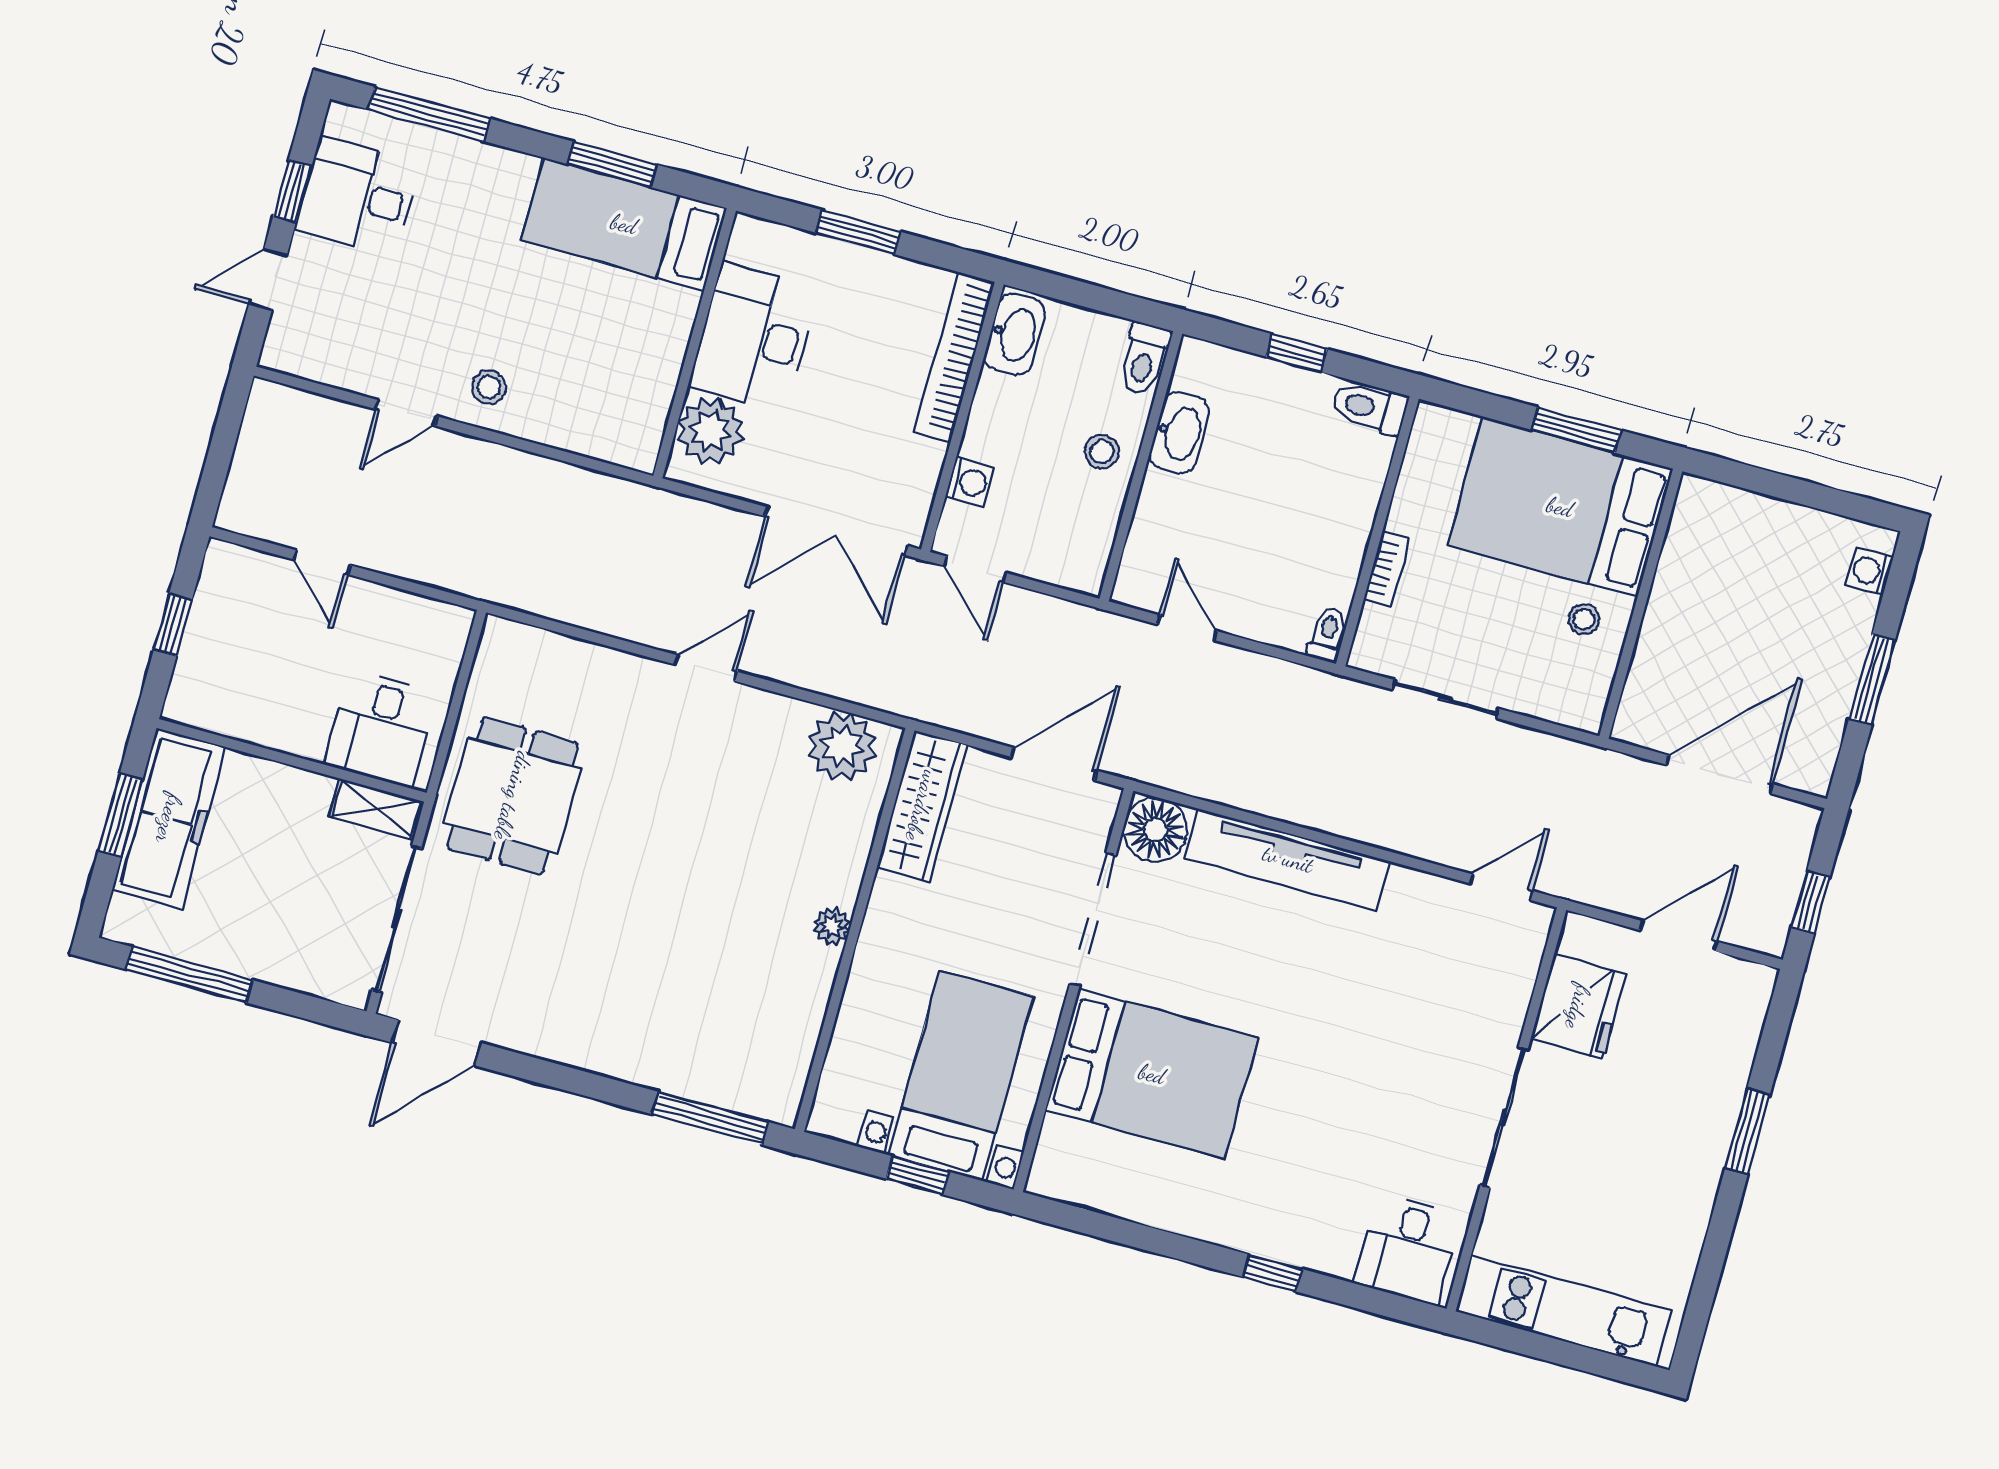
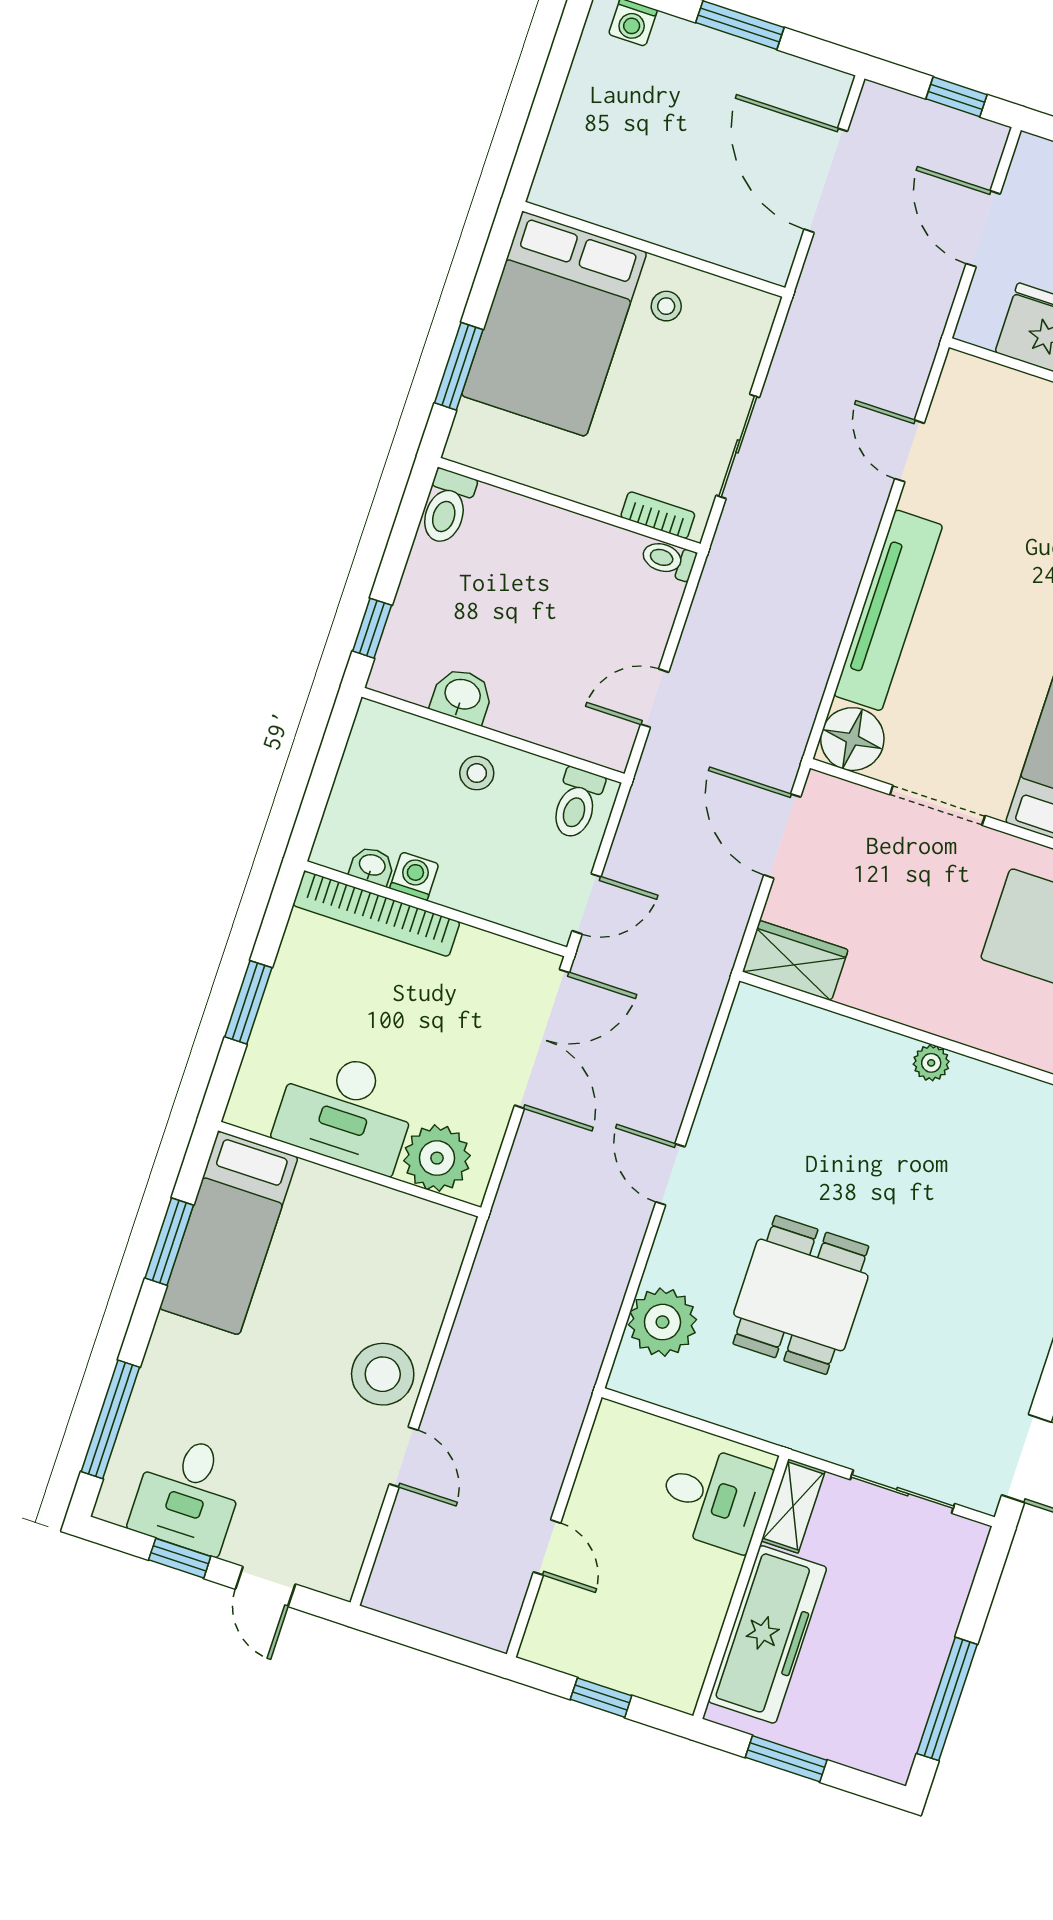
washbasin: (1015, 334) -> (372, 866), width x0.52, depth x0.69
window: (1297, 353) -> (372, 628), moved
toilet: (1144, 358) -> (577, 803), moved, turned 90
stool: (489, 387) -> (383, 1374), width x1.89, depth x1.89
window: (1576, 430) -> (459, 366), moved
washbasin: (1180, 433) -> (462, 696), width x0.72
washing machine: (970, 482) -> (414, 876), moved
door: (322, 562) -> (547, 1547), hinge flipped
bookcase: (1386, 569) -> (658, 515), moved
plant: (842, 746) -> (662, 1322), moved
dining table: (513, 796) -> (801, 1295), moved, turned 90
wardrobe: (922, 806) -> (795, 961), width x0.67
freezer: (169, 819) -> (767, 1634), moved, turned 90
door: (1501, 887) -> (910, 451), moved
sliding door: (397, 919) -> (903, 1492), width x0.73
doorway: (1093, 919) -> (937, 805), width x0.73

